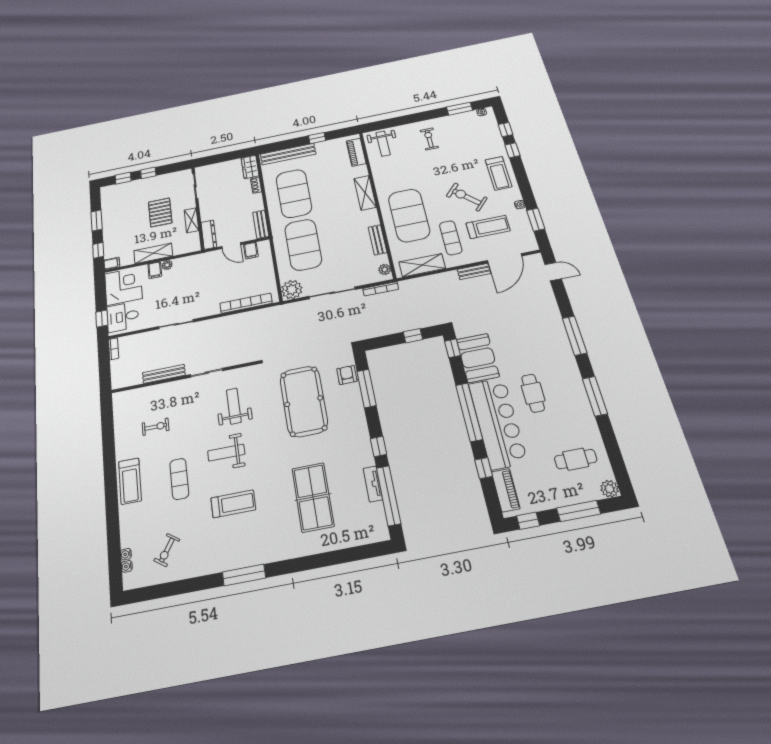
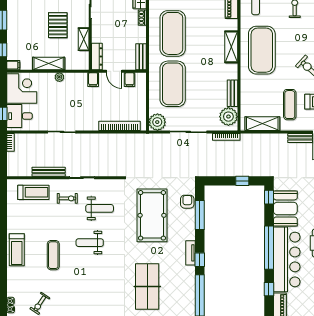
exercise mat: (409, 215) -> (262, 50), moved
plant: (385, 269) -> (228, 117), width x1.88, depth x1.88
filing cabinet: (155, 270) -> (93, 80), moved
weight bench: (234, 406) -> (100, 208), turned 90
exercise bike: (156, 427) -> (67, 198), moved
tv unit: (373, 484) -> (191, 253), moved
treadmill: (233, 504) -> (33, 192), moved

